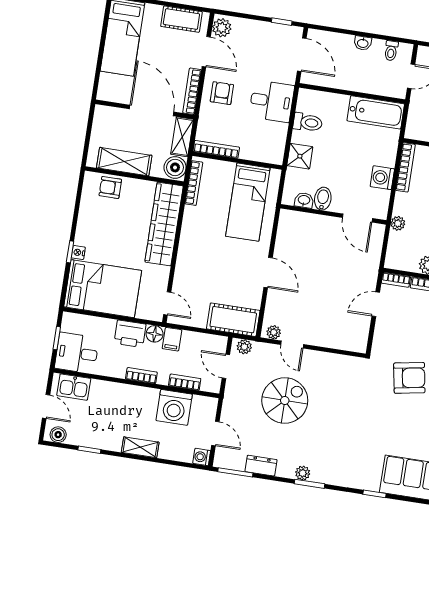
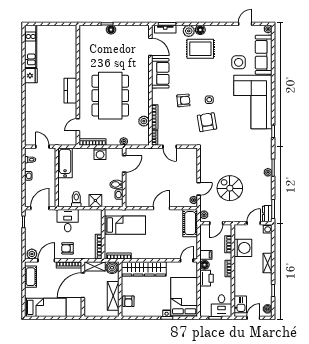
dresser: (261, 466) -> (267, 214), moved

